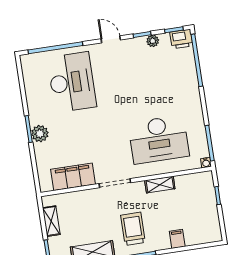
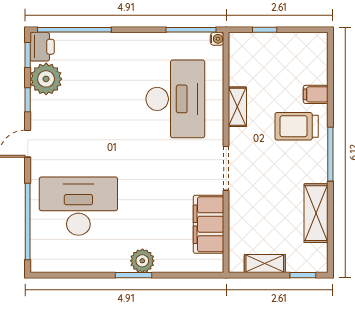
plant: (153, 41) -> (46, 79), width x1.87, depth x1.87
trolley: (133, 229) -> (297, 126), moved

